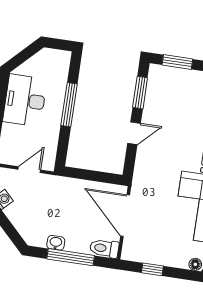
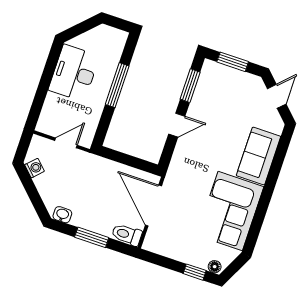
washbasin: (56, 243) -> (62, 215), moved
window: (71, 257) -> (92, 237), width x0.69
window: (152, 269) -> (195, 272), moved

